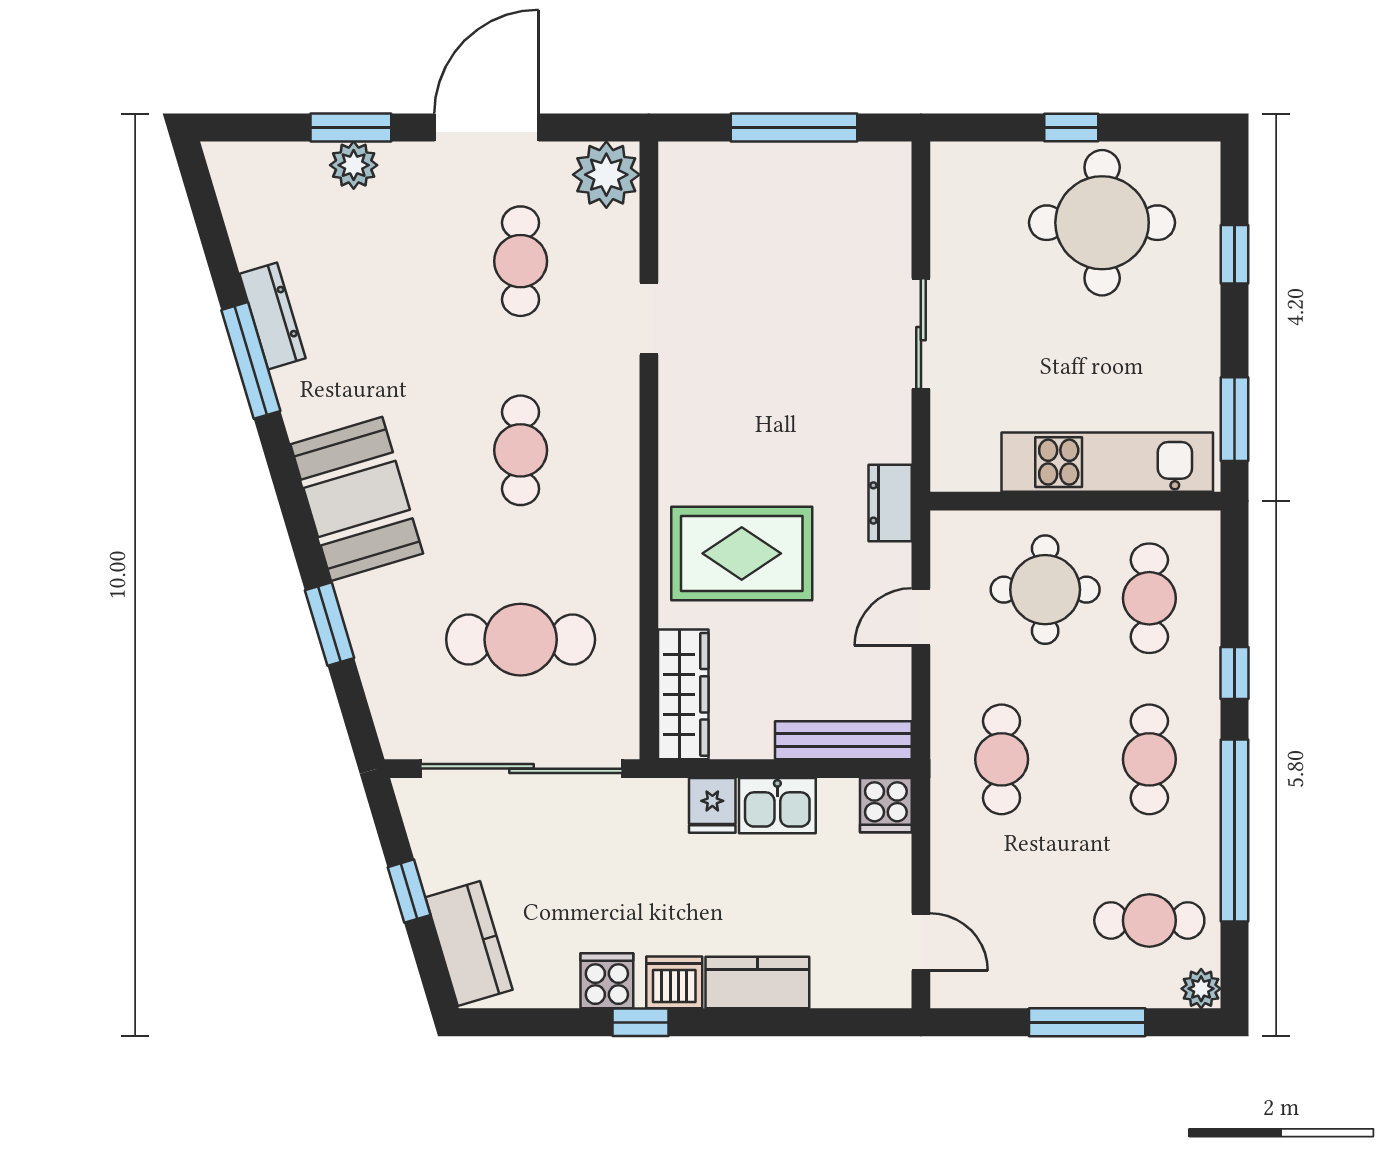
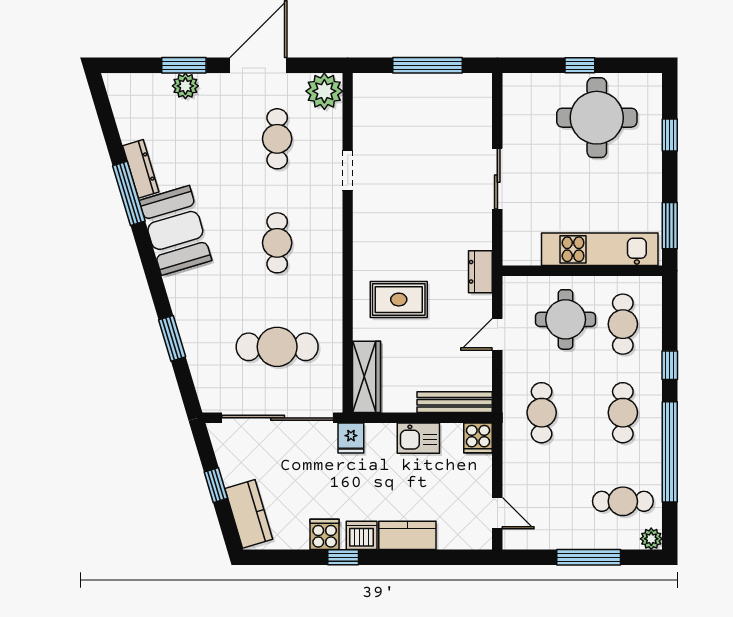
booth: (357, 499) -> (175, 230), moved
rug: (742, 553) -> (399, 300), width x0.73, depth x0.70
fridge: (712, 805) -> (351, 438), moved

